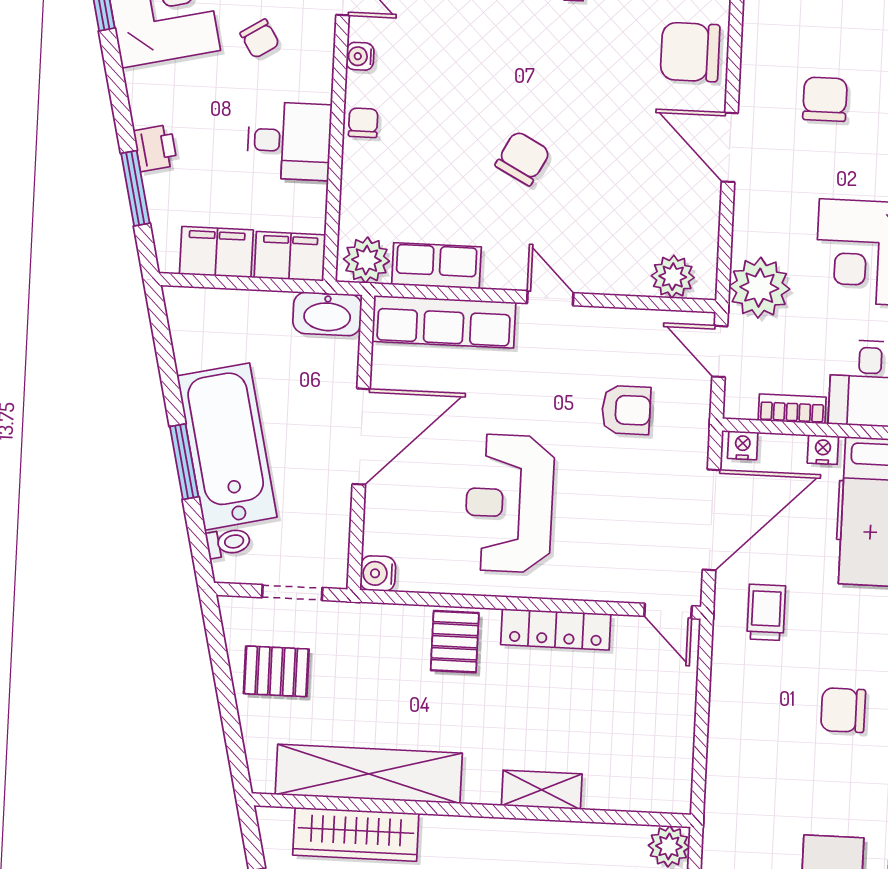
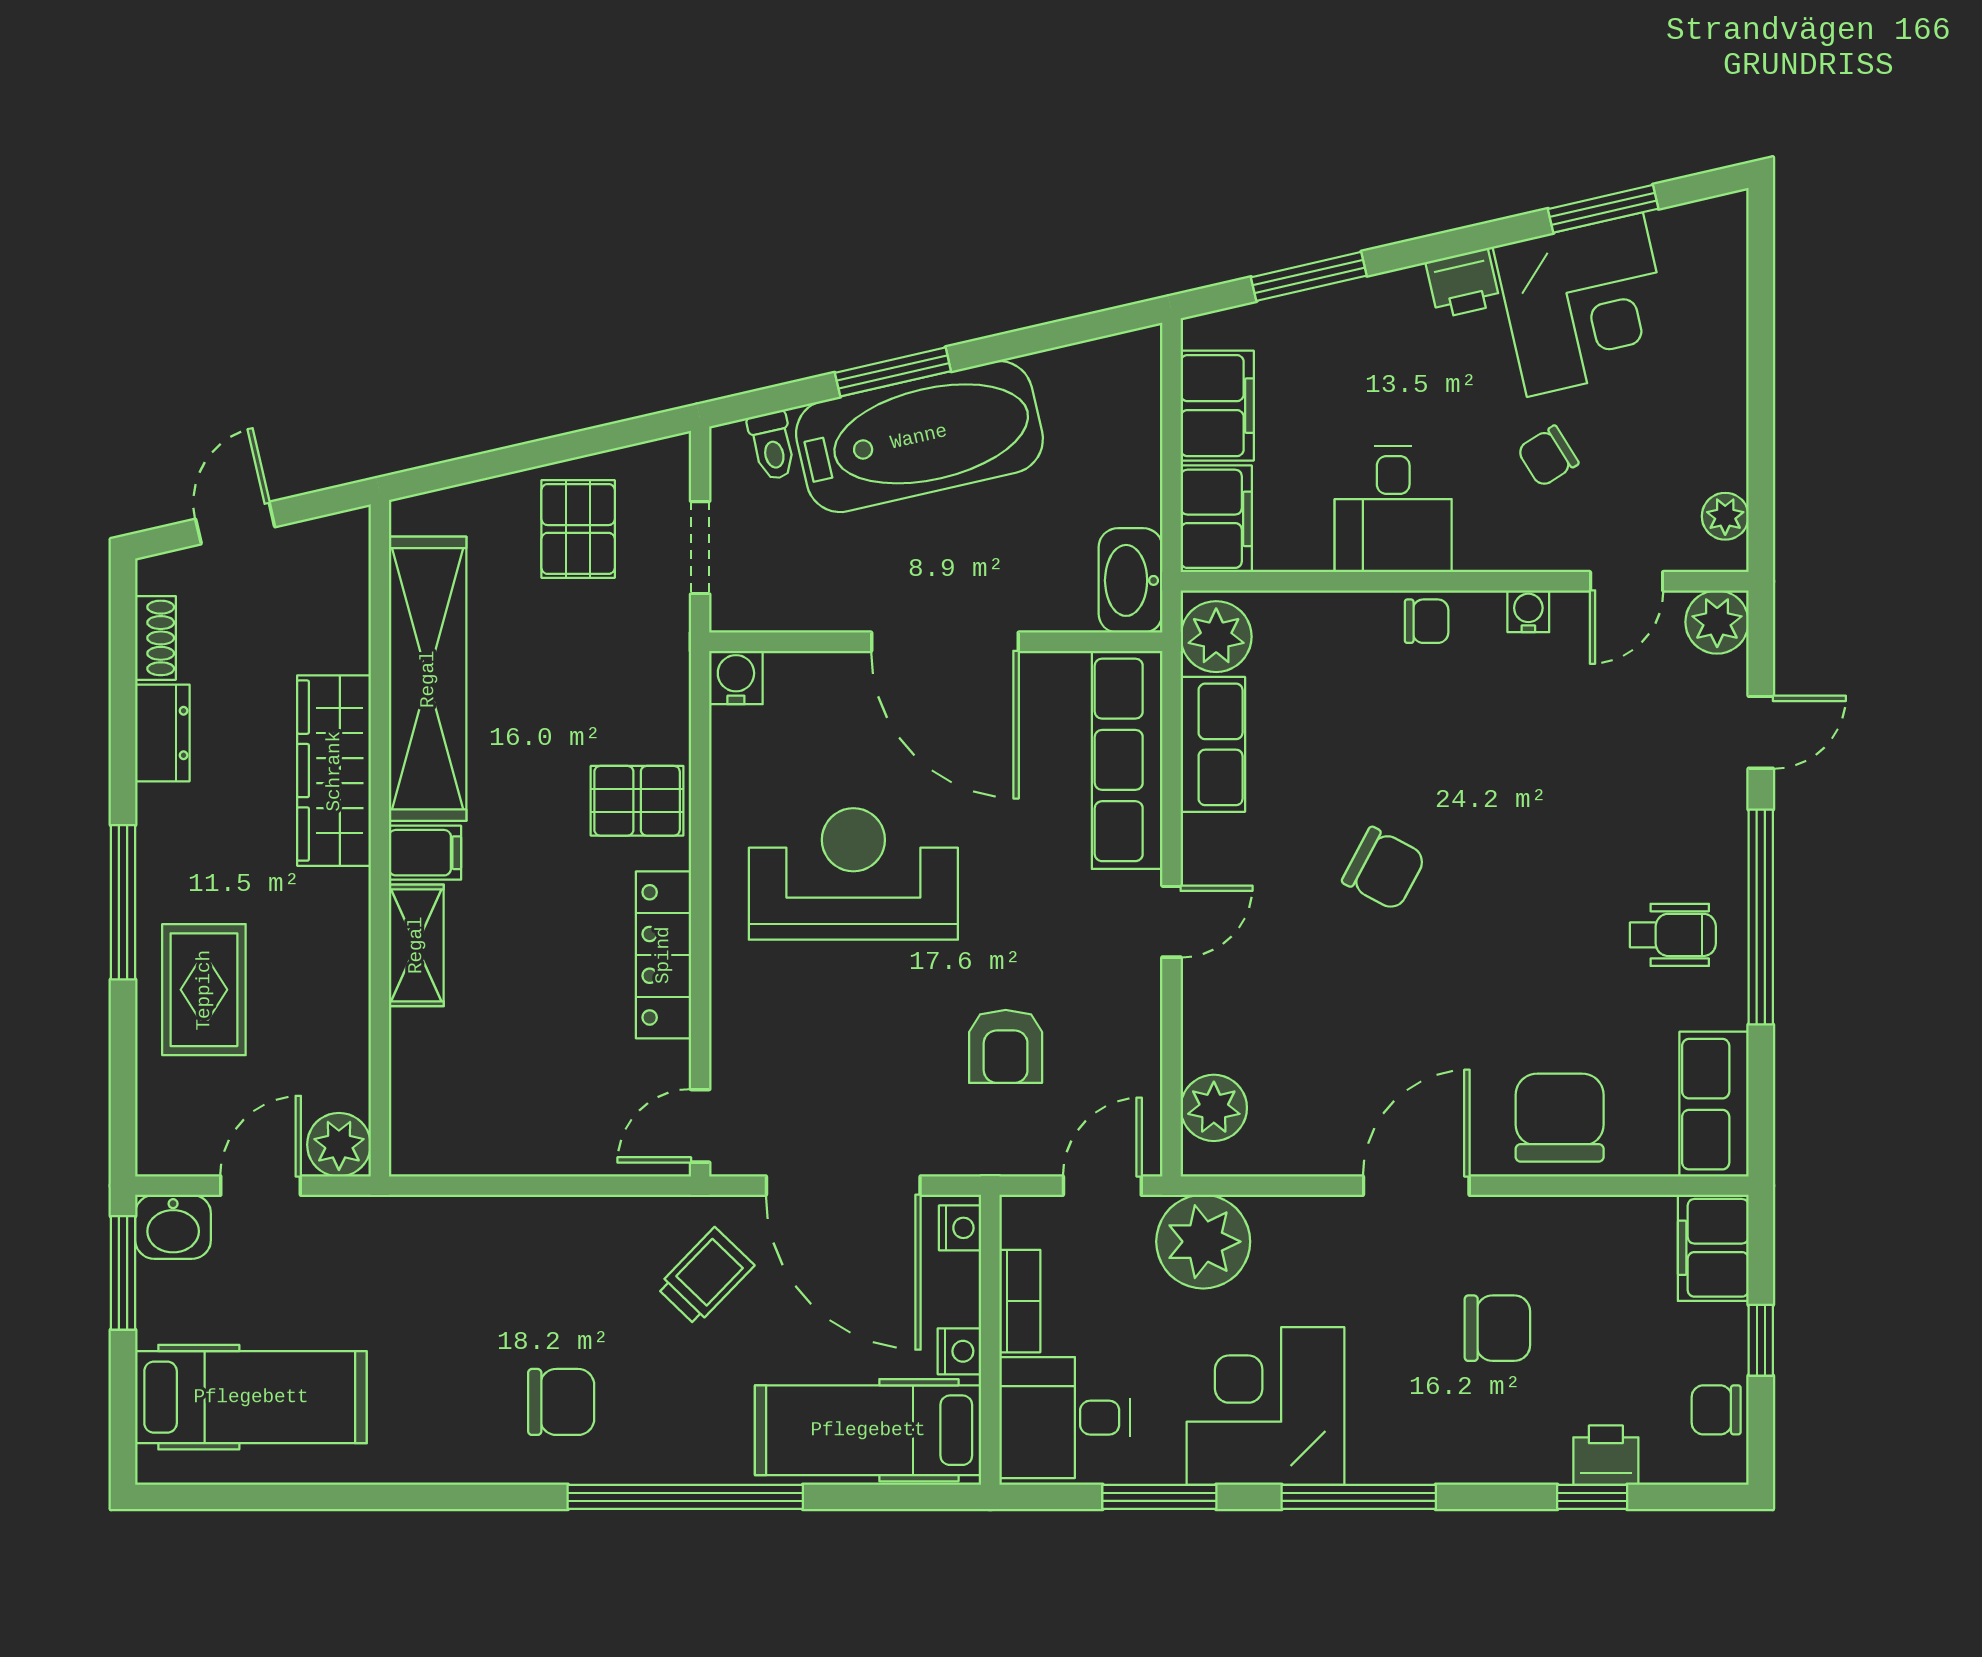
printer: (155, 148) -> (1463, 283), moved
trolley: (766, 612) -> (705, 1276), turned -46
chair: (843, 710) -> (561, 1402), turned 90
filing cabinet: (482, 781) -> (425, 853), added
wardrobe: (356, 834) -> (334, 771), moved

